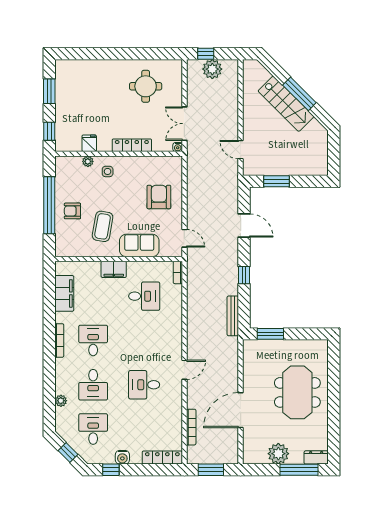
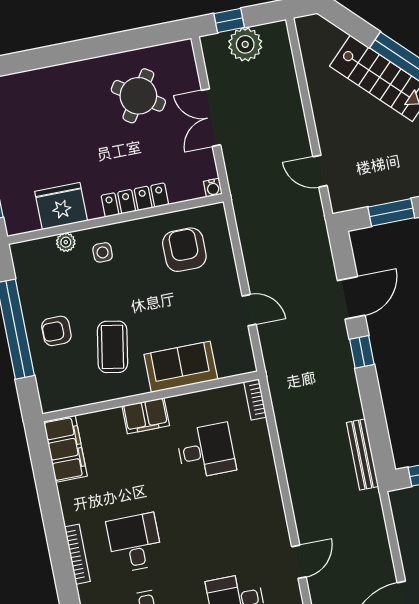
round table: (146, 86) -> (138, 96), turned 33
double door: (184, 124) -> (211, 118), moved
fridge: (89, 143) -> (61, 206), width x1.88, depth x1.34
armchair: (159, 197) -> (184, 250), moved
door: (244, 225) -> (351, 298), hinge flipped
door: (184, 238) -> (249, 310), moved
window: (244, 275) -> (362, 352), moved
filing cabinet: (64, 293) -> (65, 449), moved

